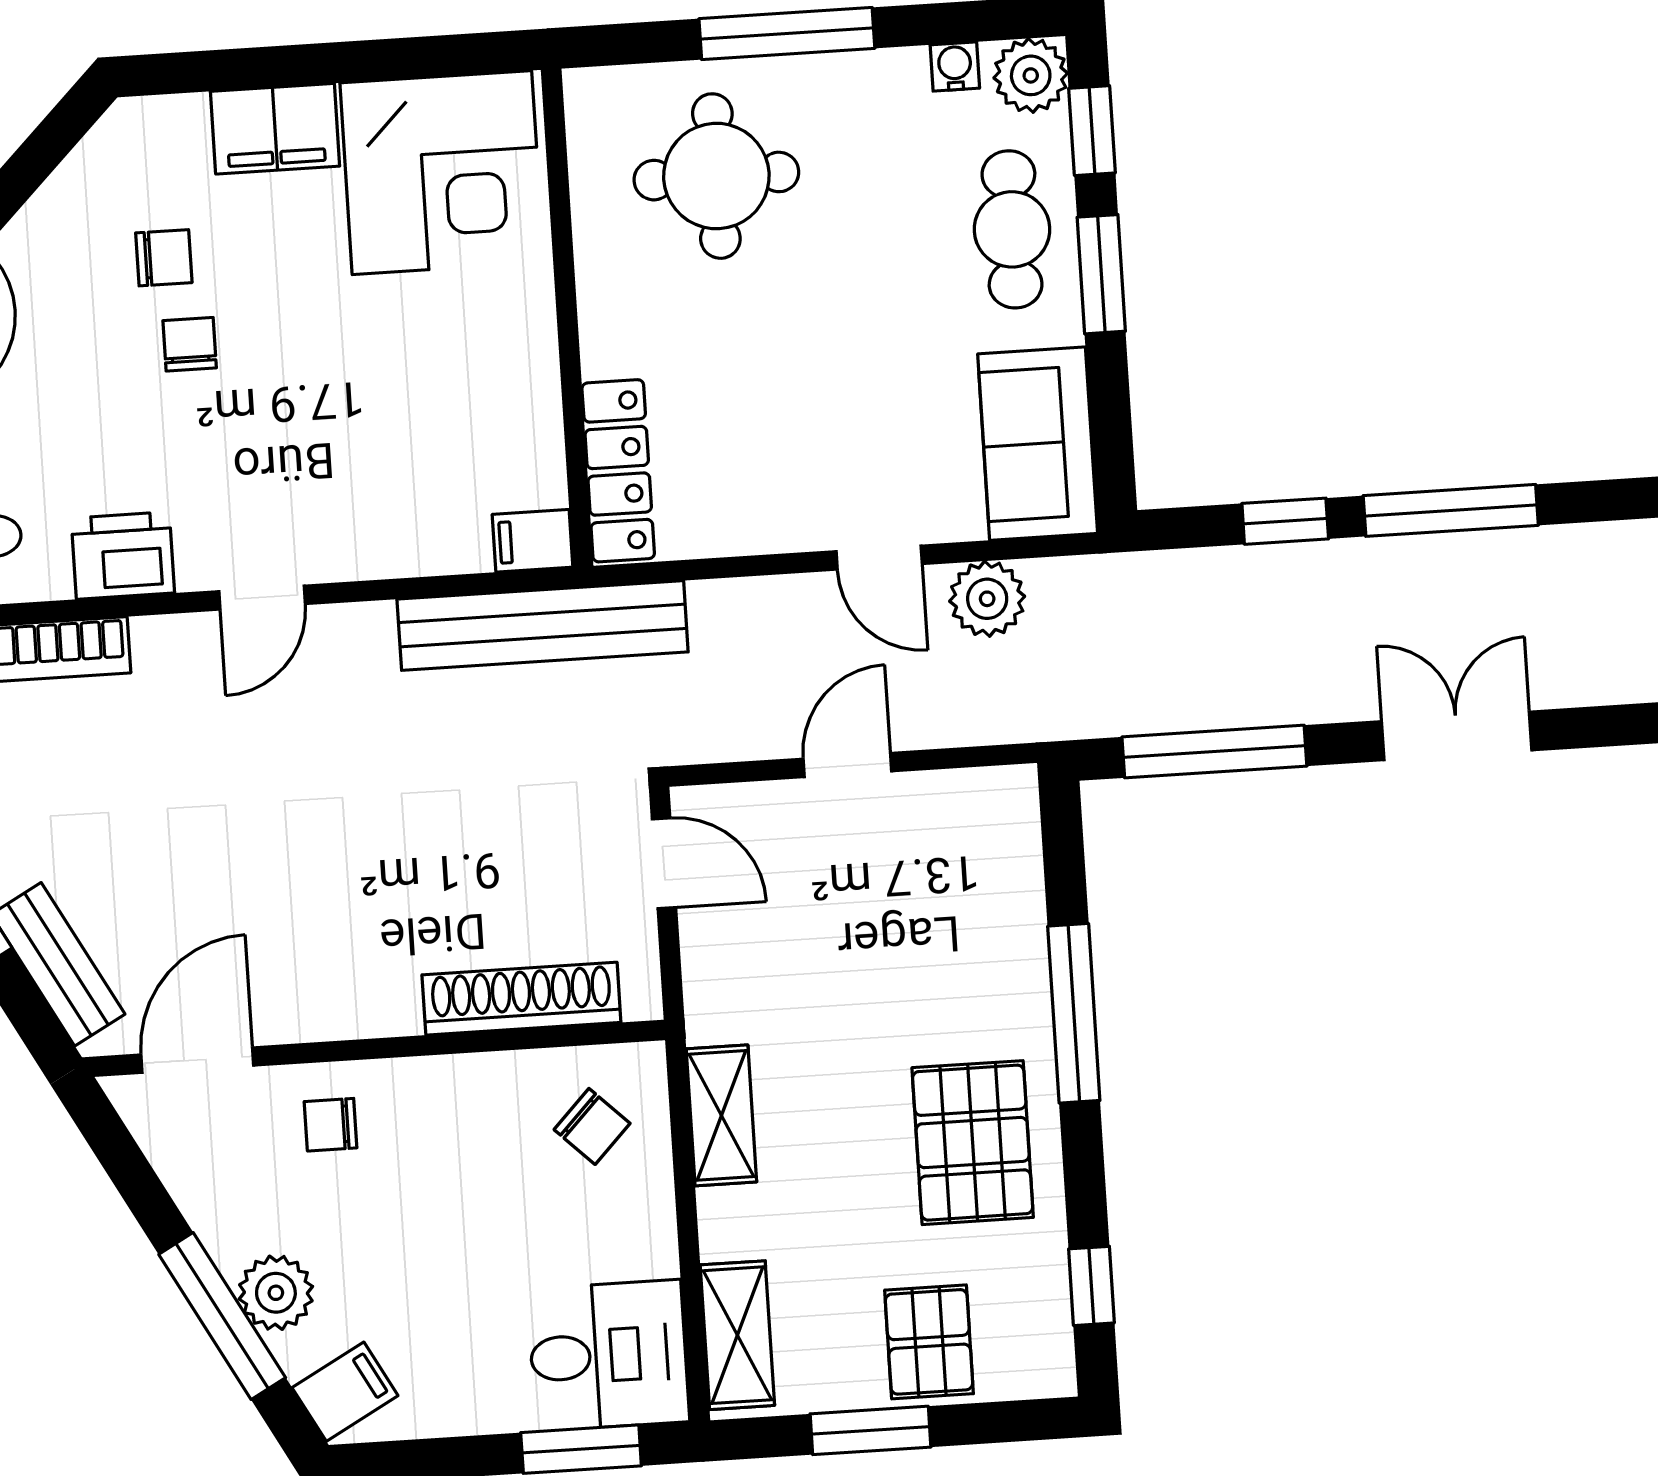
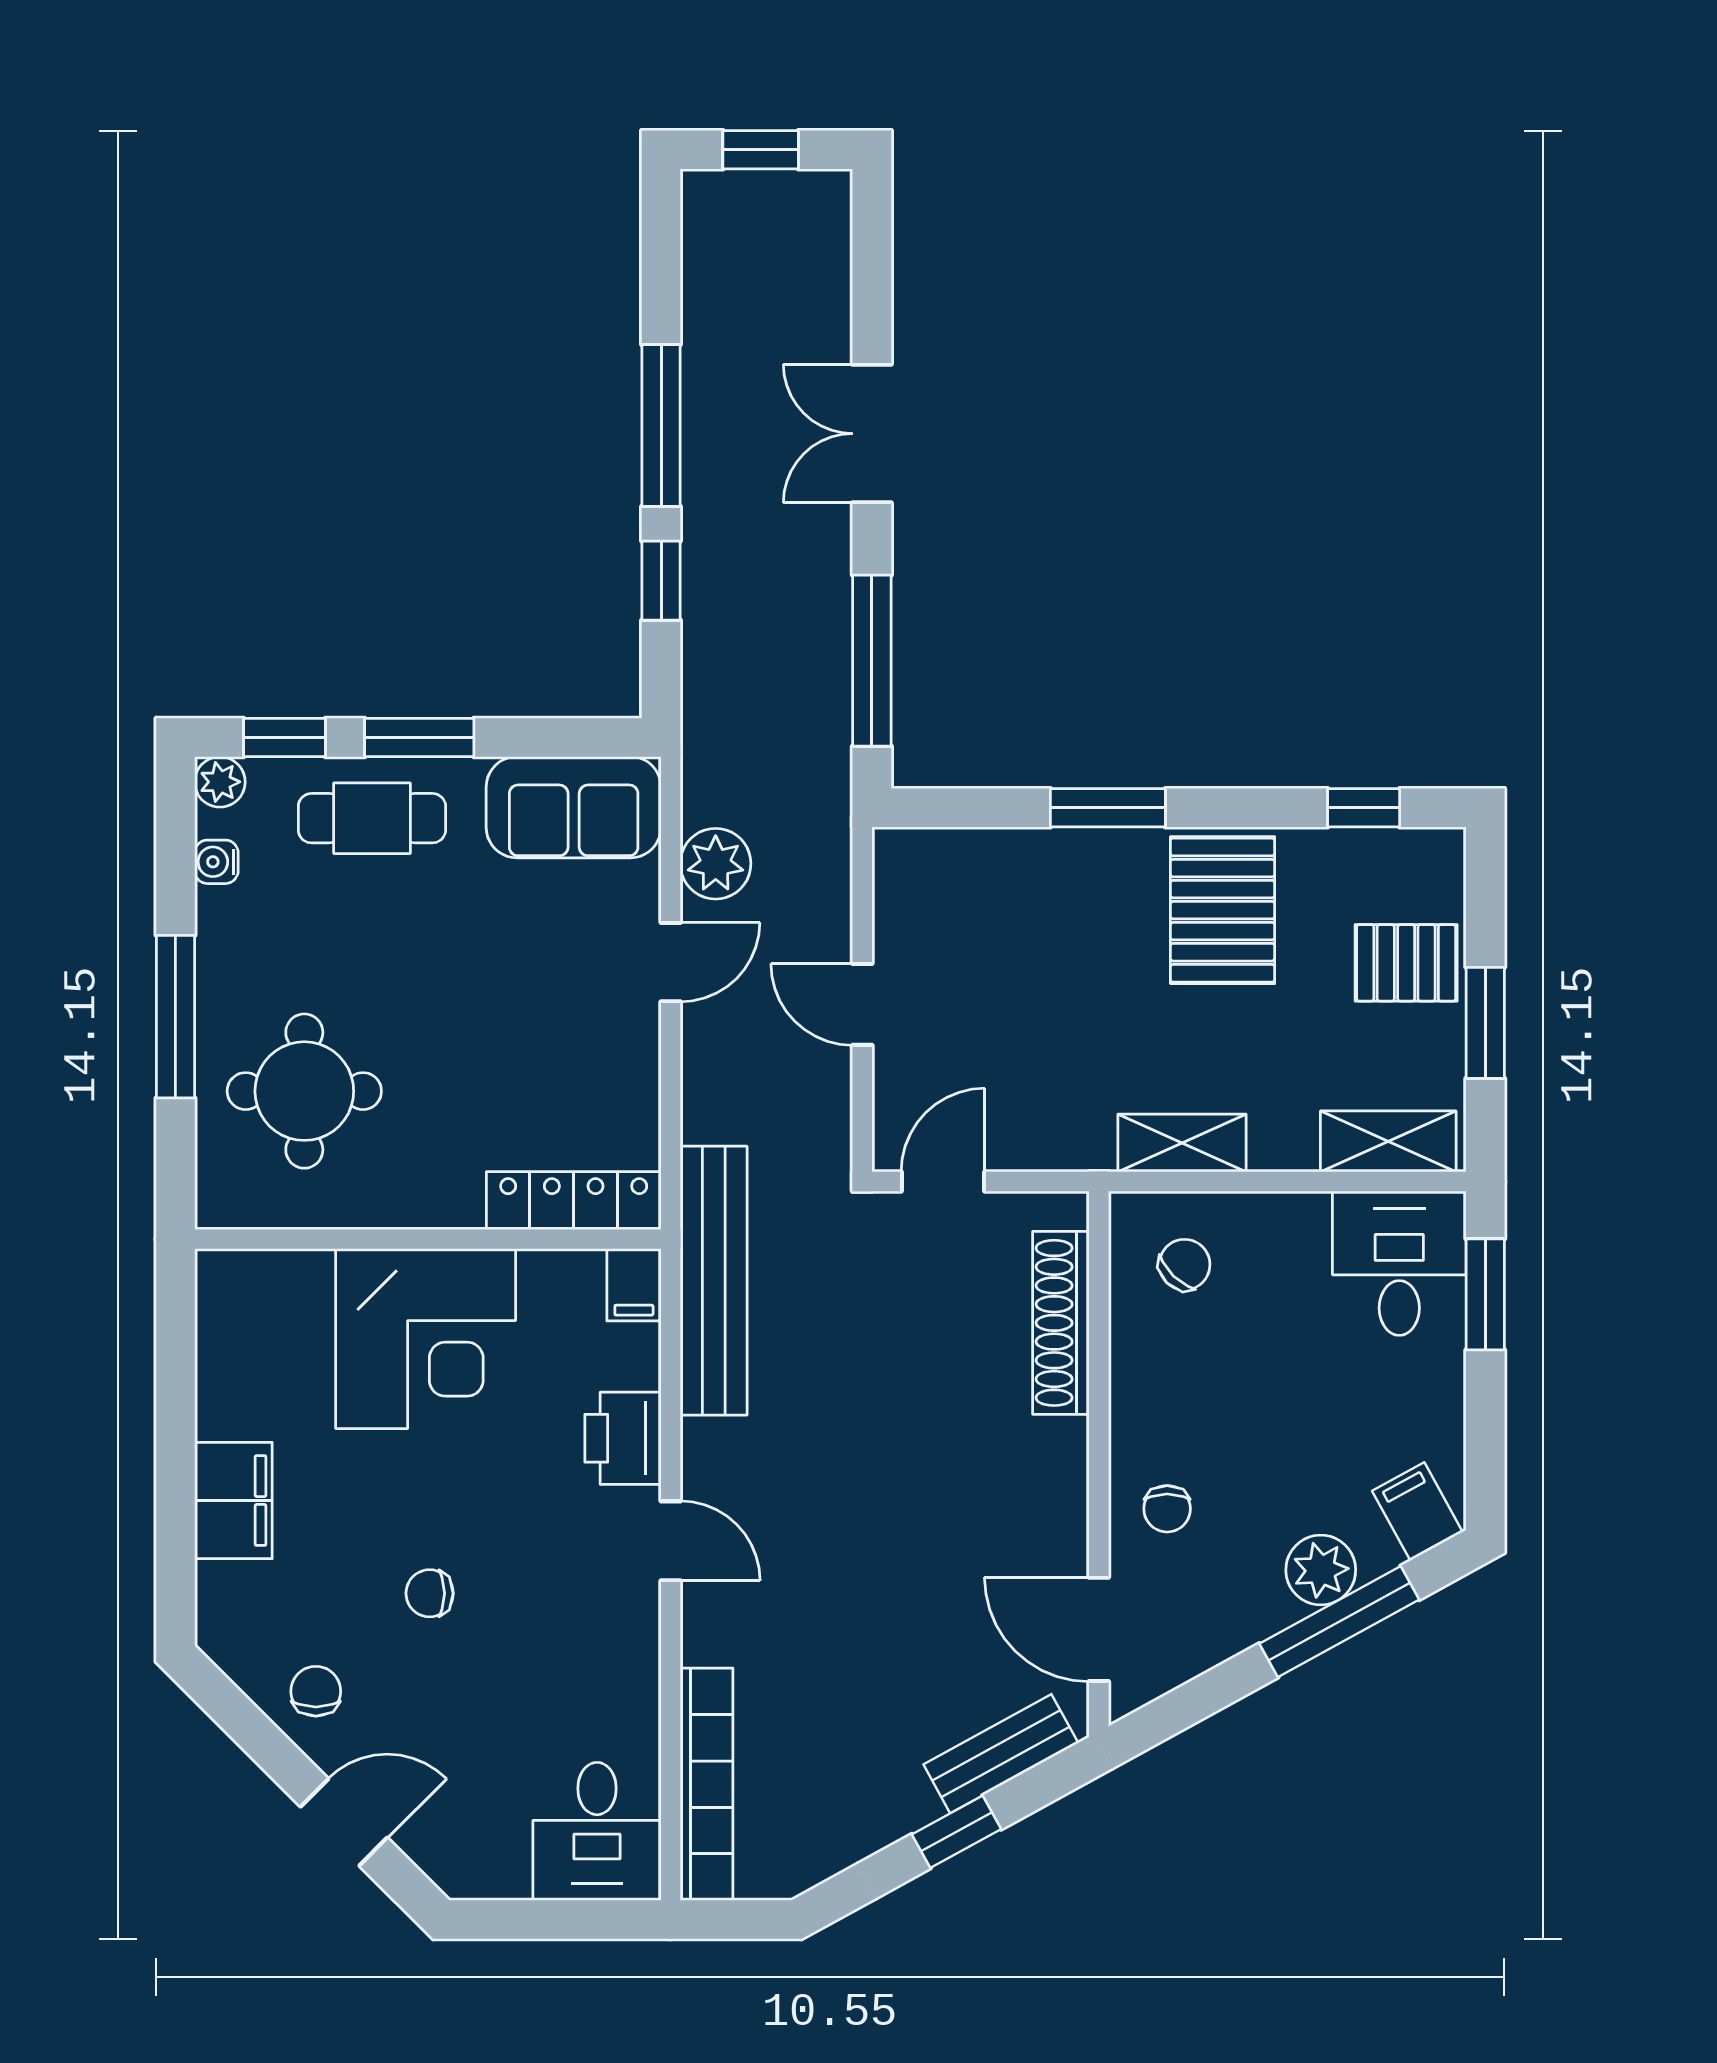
plant: (1031, 75) -> (220, 782), width x0.73, depth x0.73
corner desk: (442, 173) -> (426, 1339), moved, turned 90
chair: (164, 258) -> (316, 1691), moved
printer: (123, 556) -> (623, 1438), moved
window: (1074, 1013) -> (1108, 808), width x0.69
pallet: (973, 1143) -> (1223, 910), turned 90

